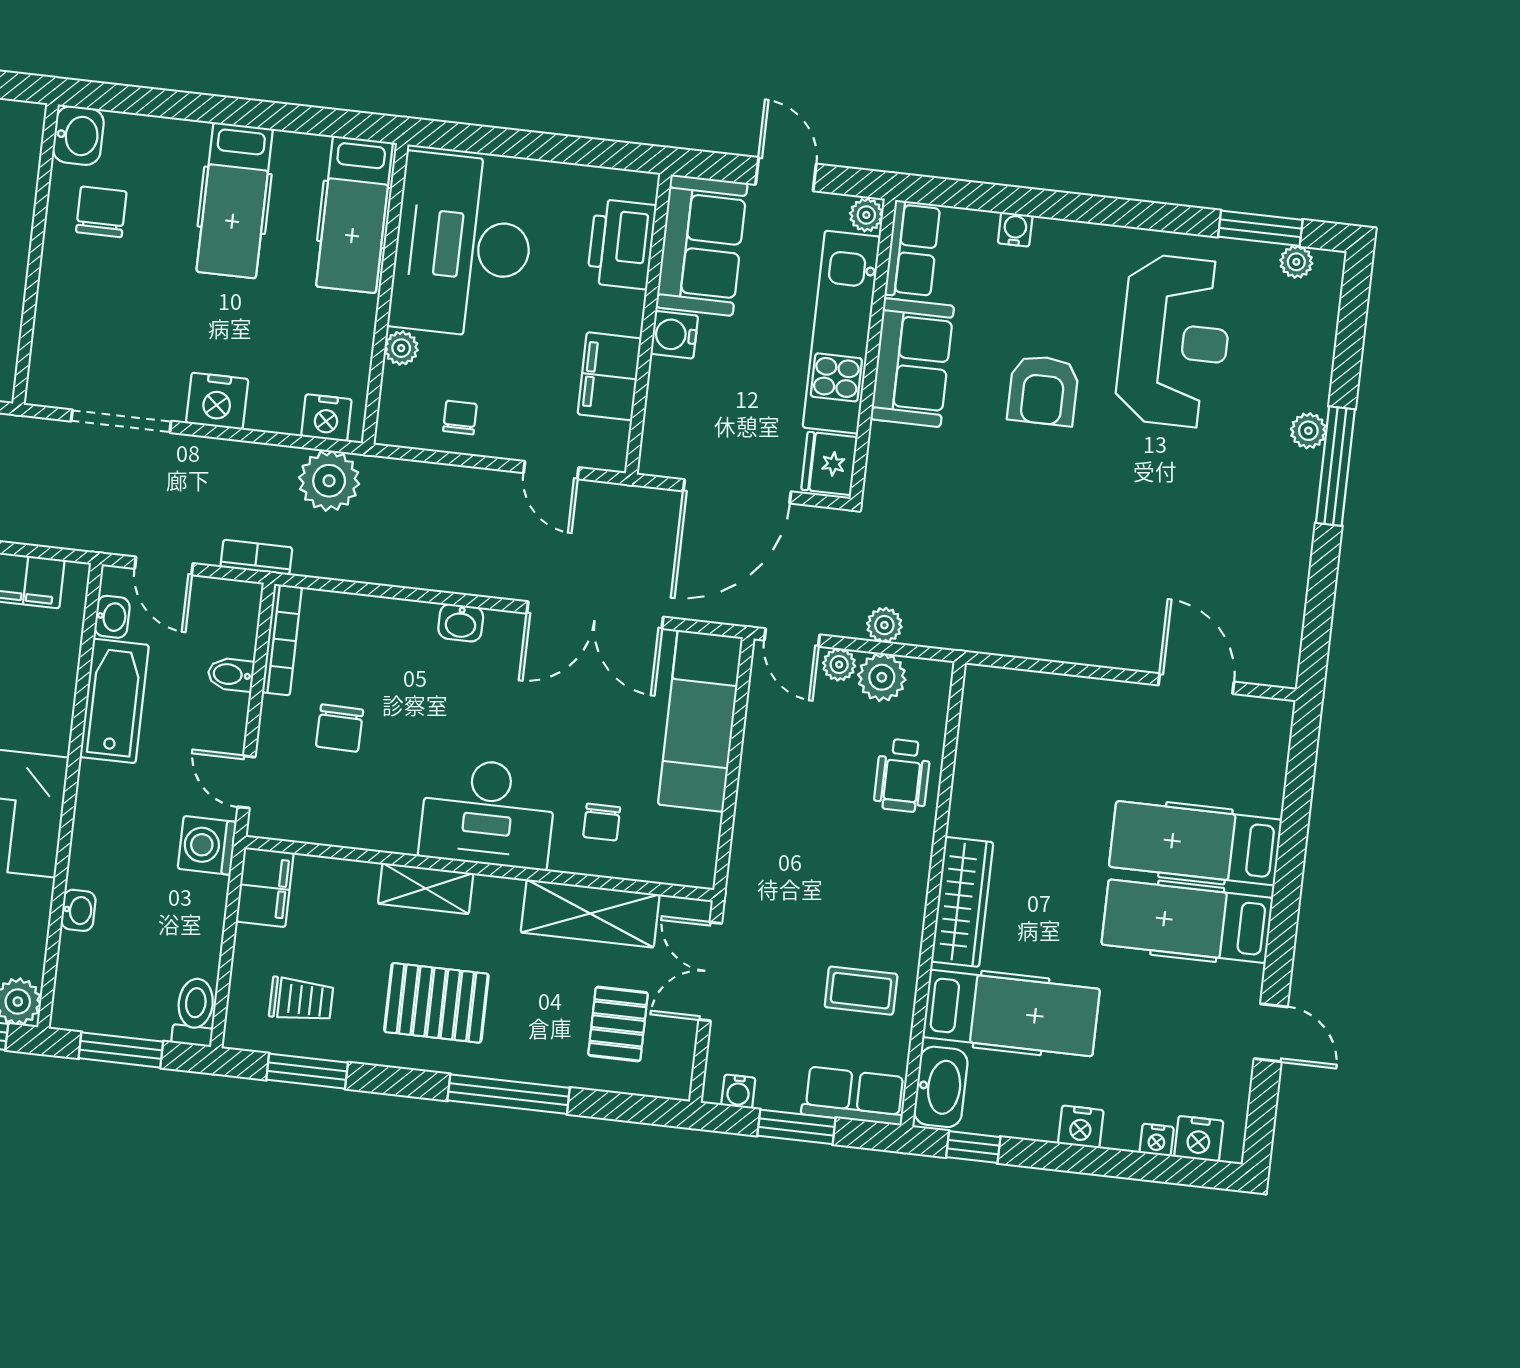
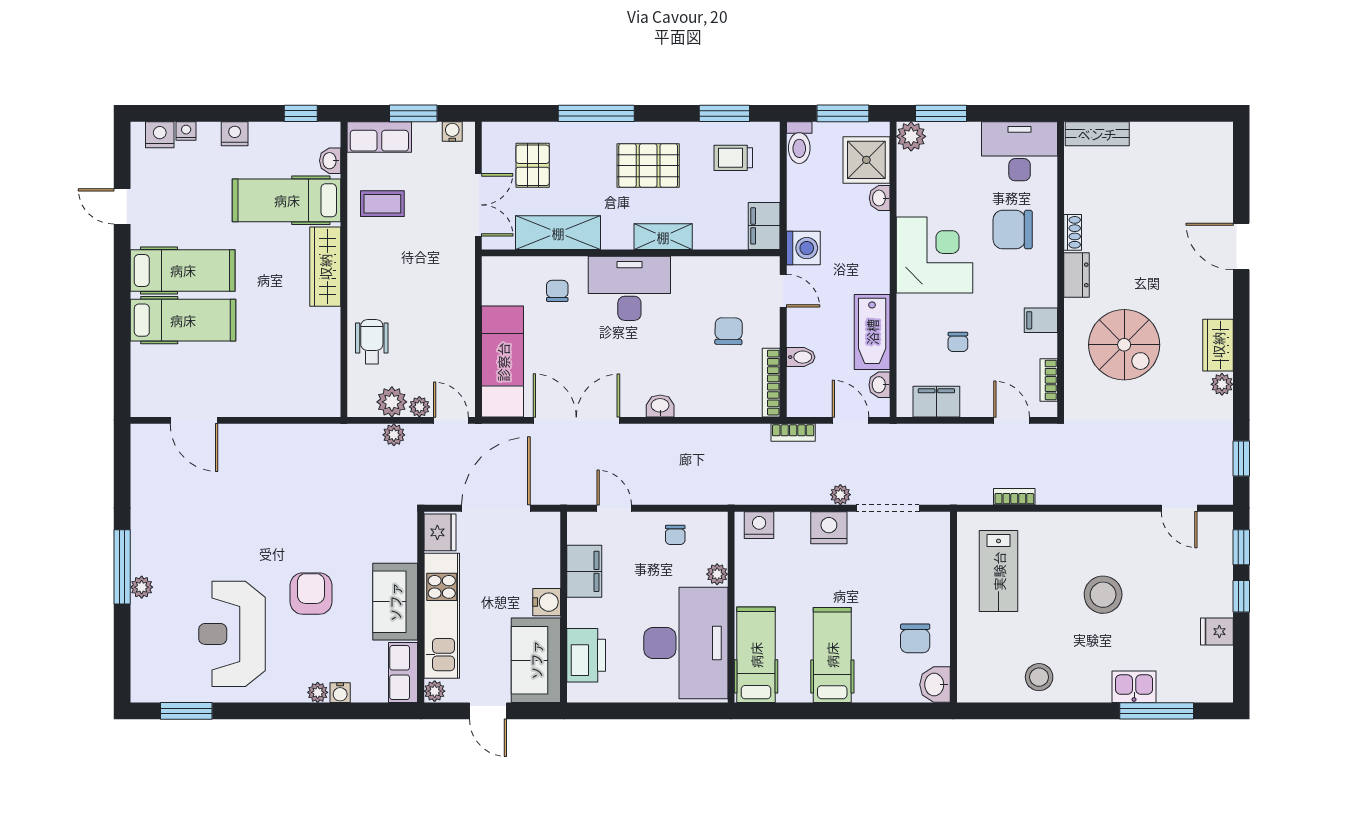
plant: (1296, 262) -> (318, 692), moved
plant: (329, 481) -> (840, 495), moved, width x0.53, depth x0.53
shower: (92, 973) -> (866, 160), added
washbasin: (941, 1087) -> (330, 161), width x0.52, depth x0.69

